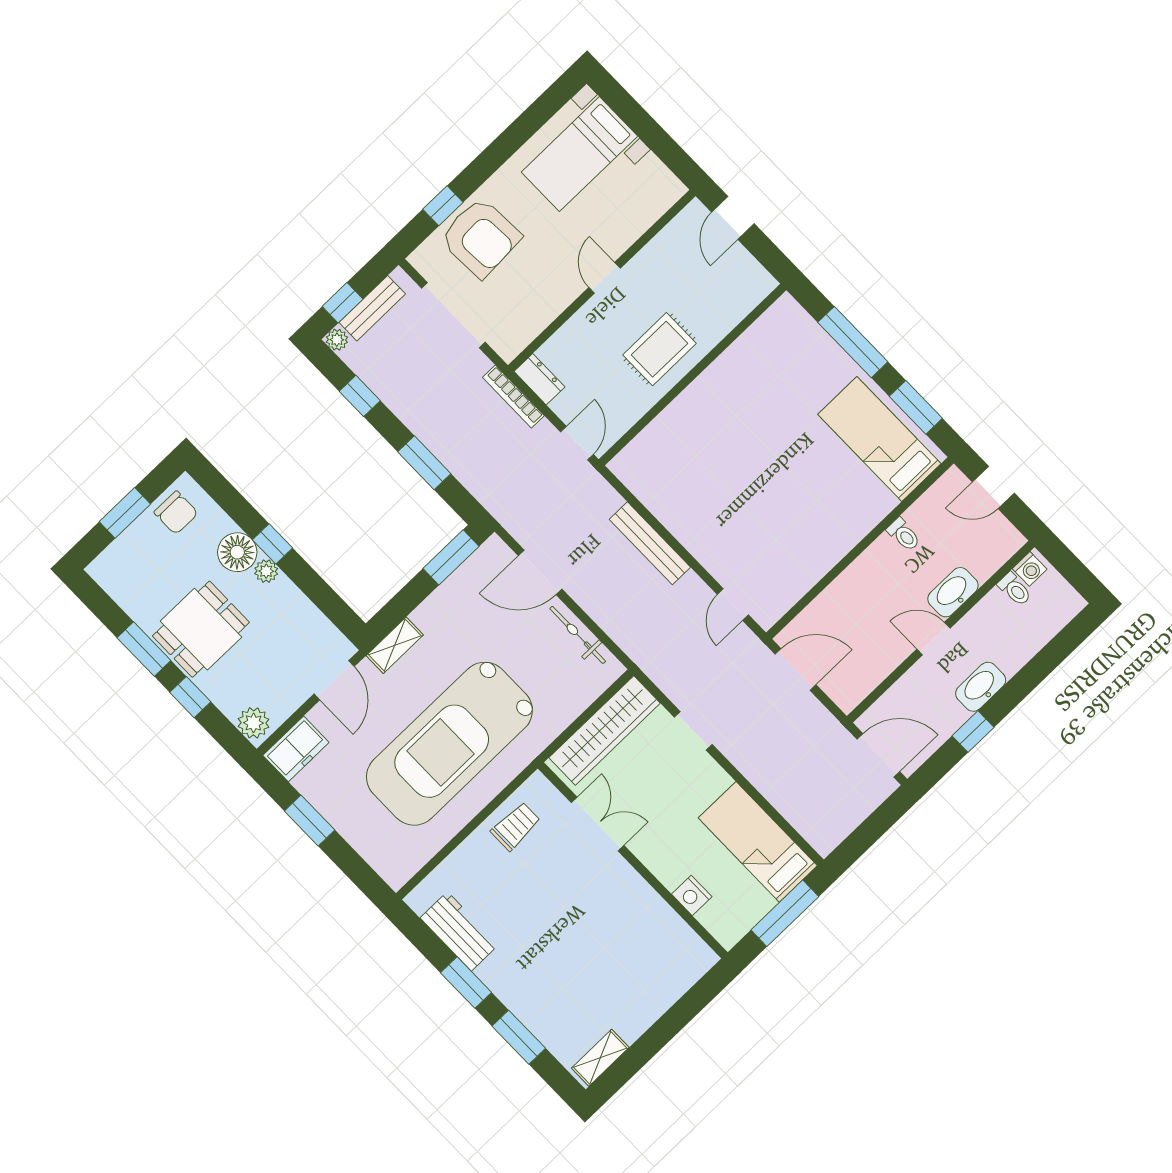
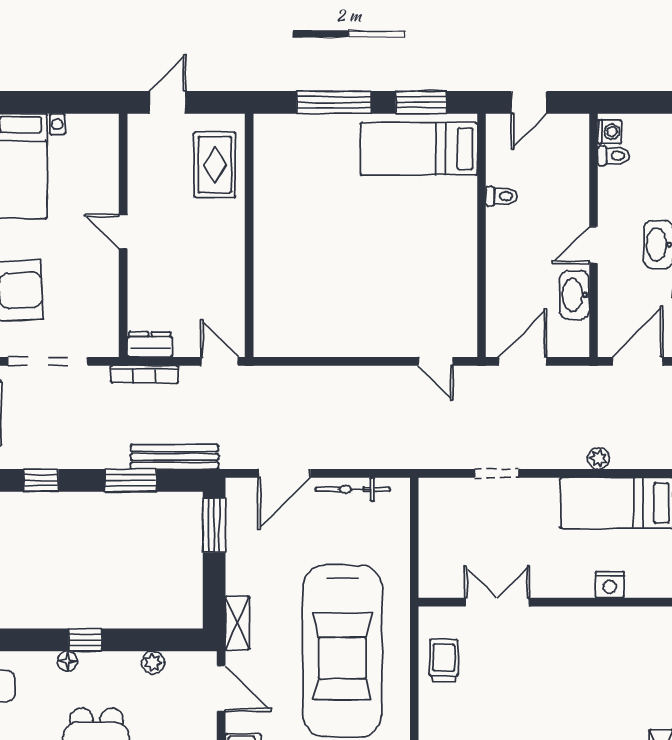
door: (733, 218) -> (167, 102), swing flipped
rug: (659, 349) -> (215, 165), moved
bench: (650, 543) -> (174, 457), moved
floor lamp: (237, 552) -> (67, 661), width x0.53, depth x0.53
plant: (266, 571) -> (153, 663), moved
washbasin: (953, 592) -> (574, 295), moved
wardrobe: (605, 730) -> (437, 535), removed
plant: (778, 796) -> (598, 458), added

